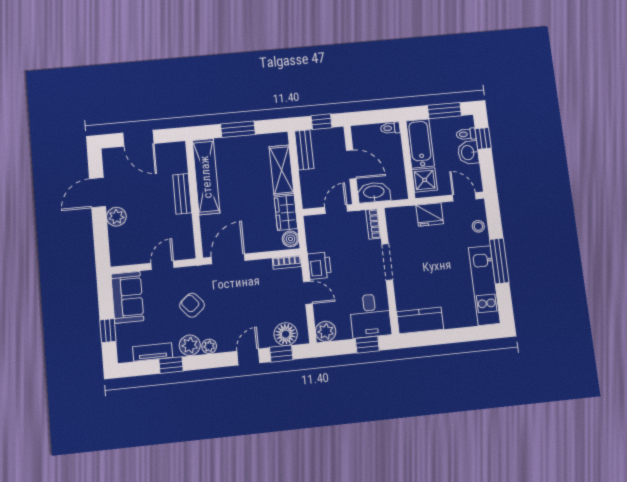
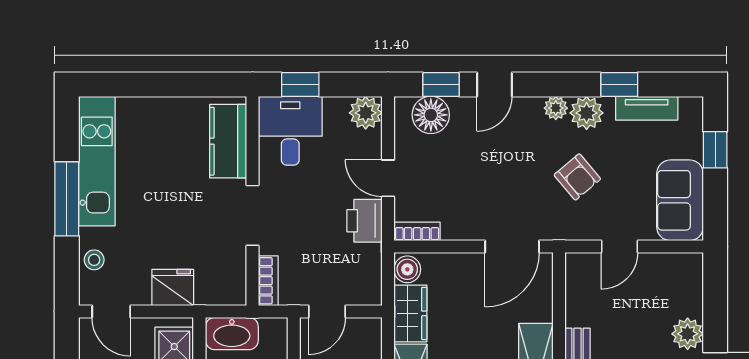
washbasin: (374, 192) -> (232, 334), moved
kitchen counter: (420, 320) -> (228, 141), moved, turned 90

